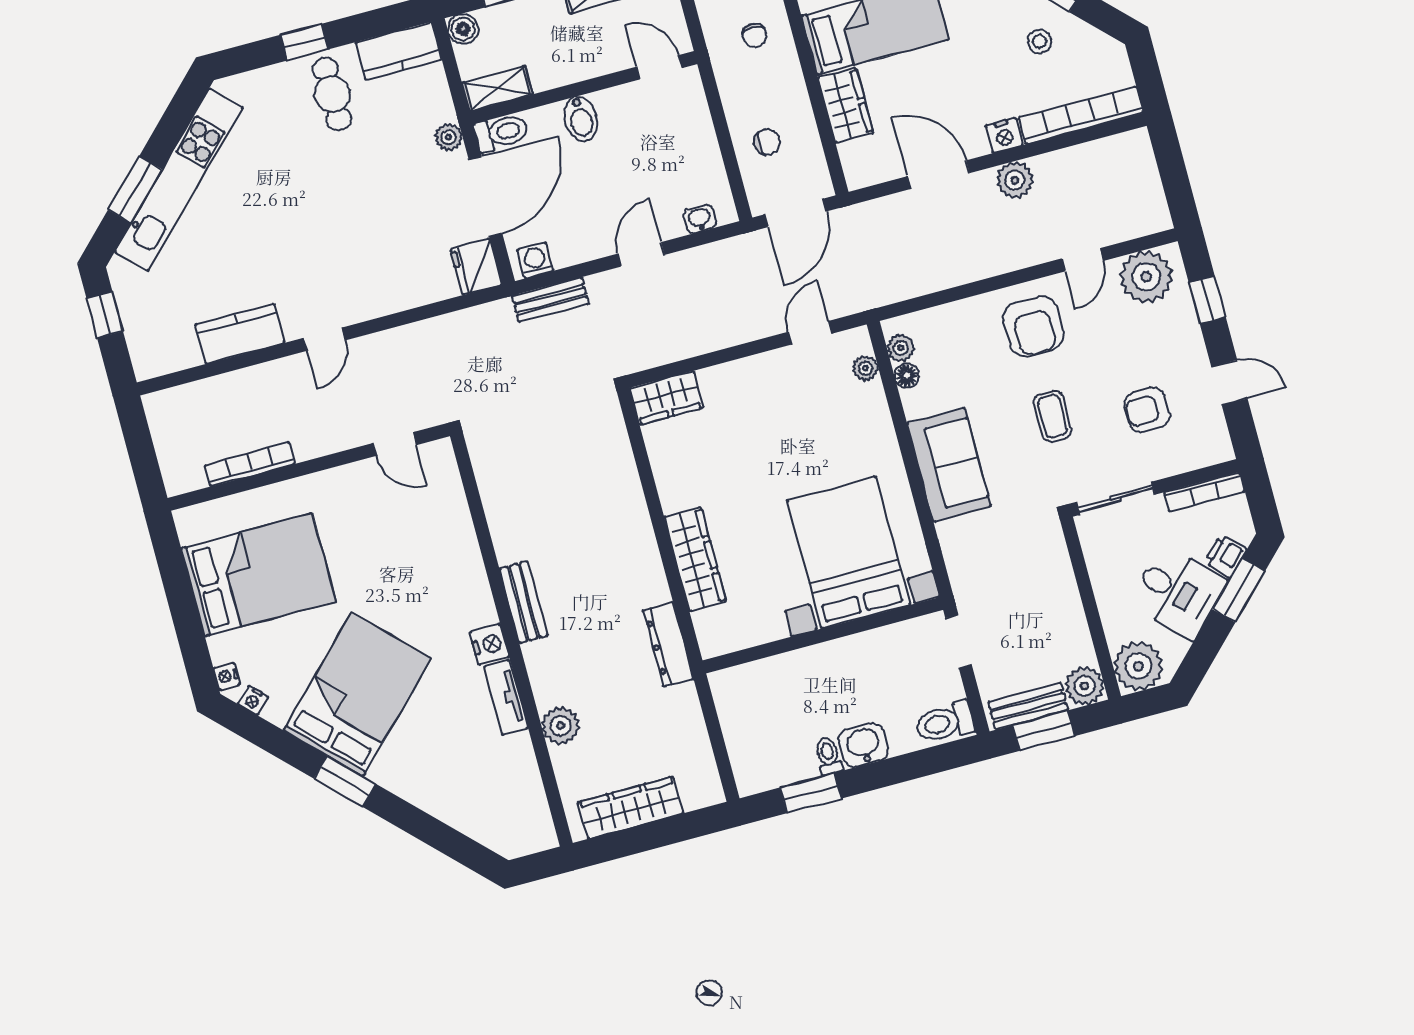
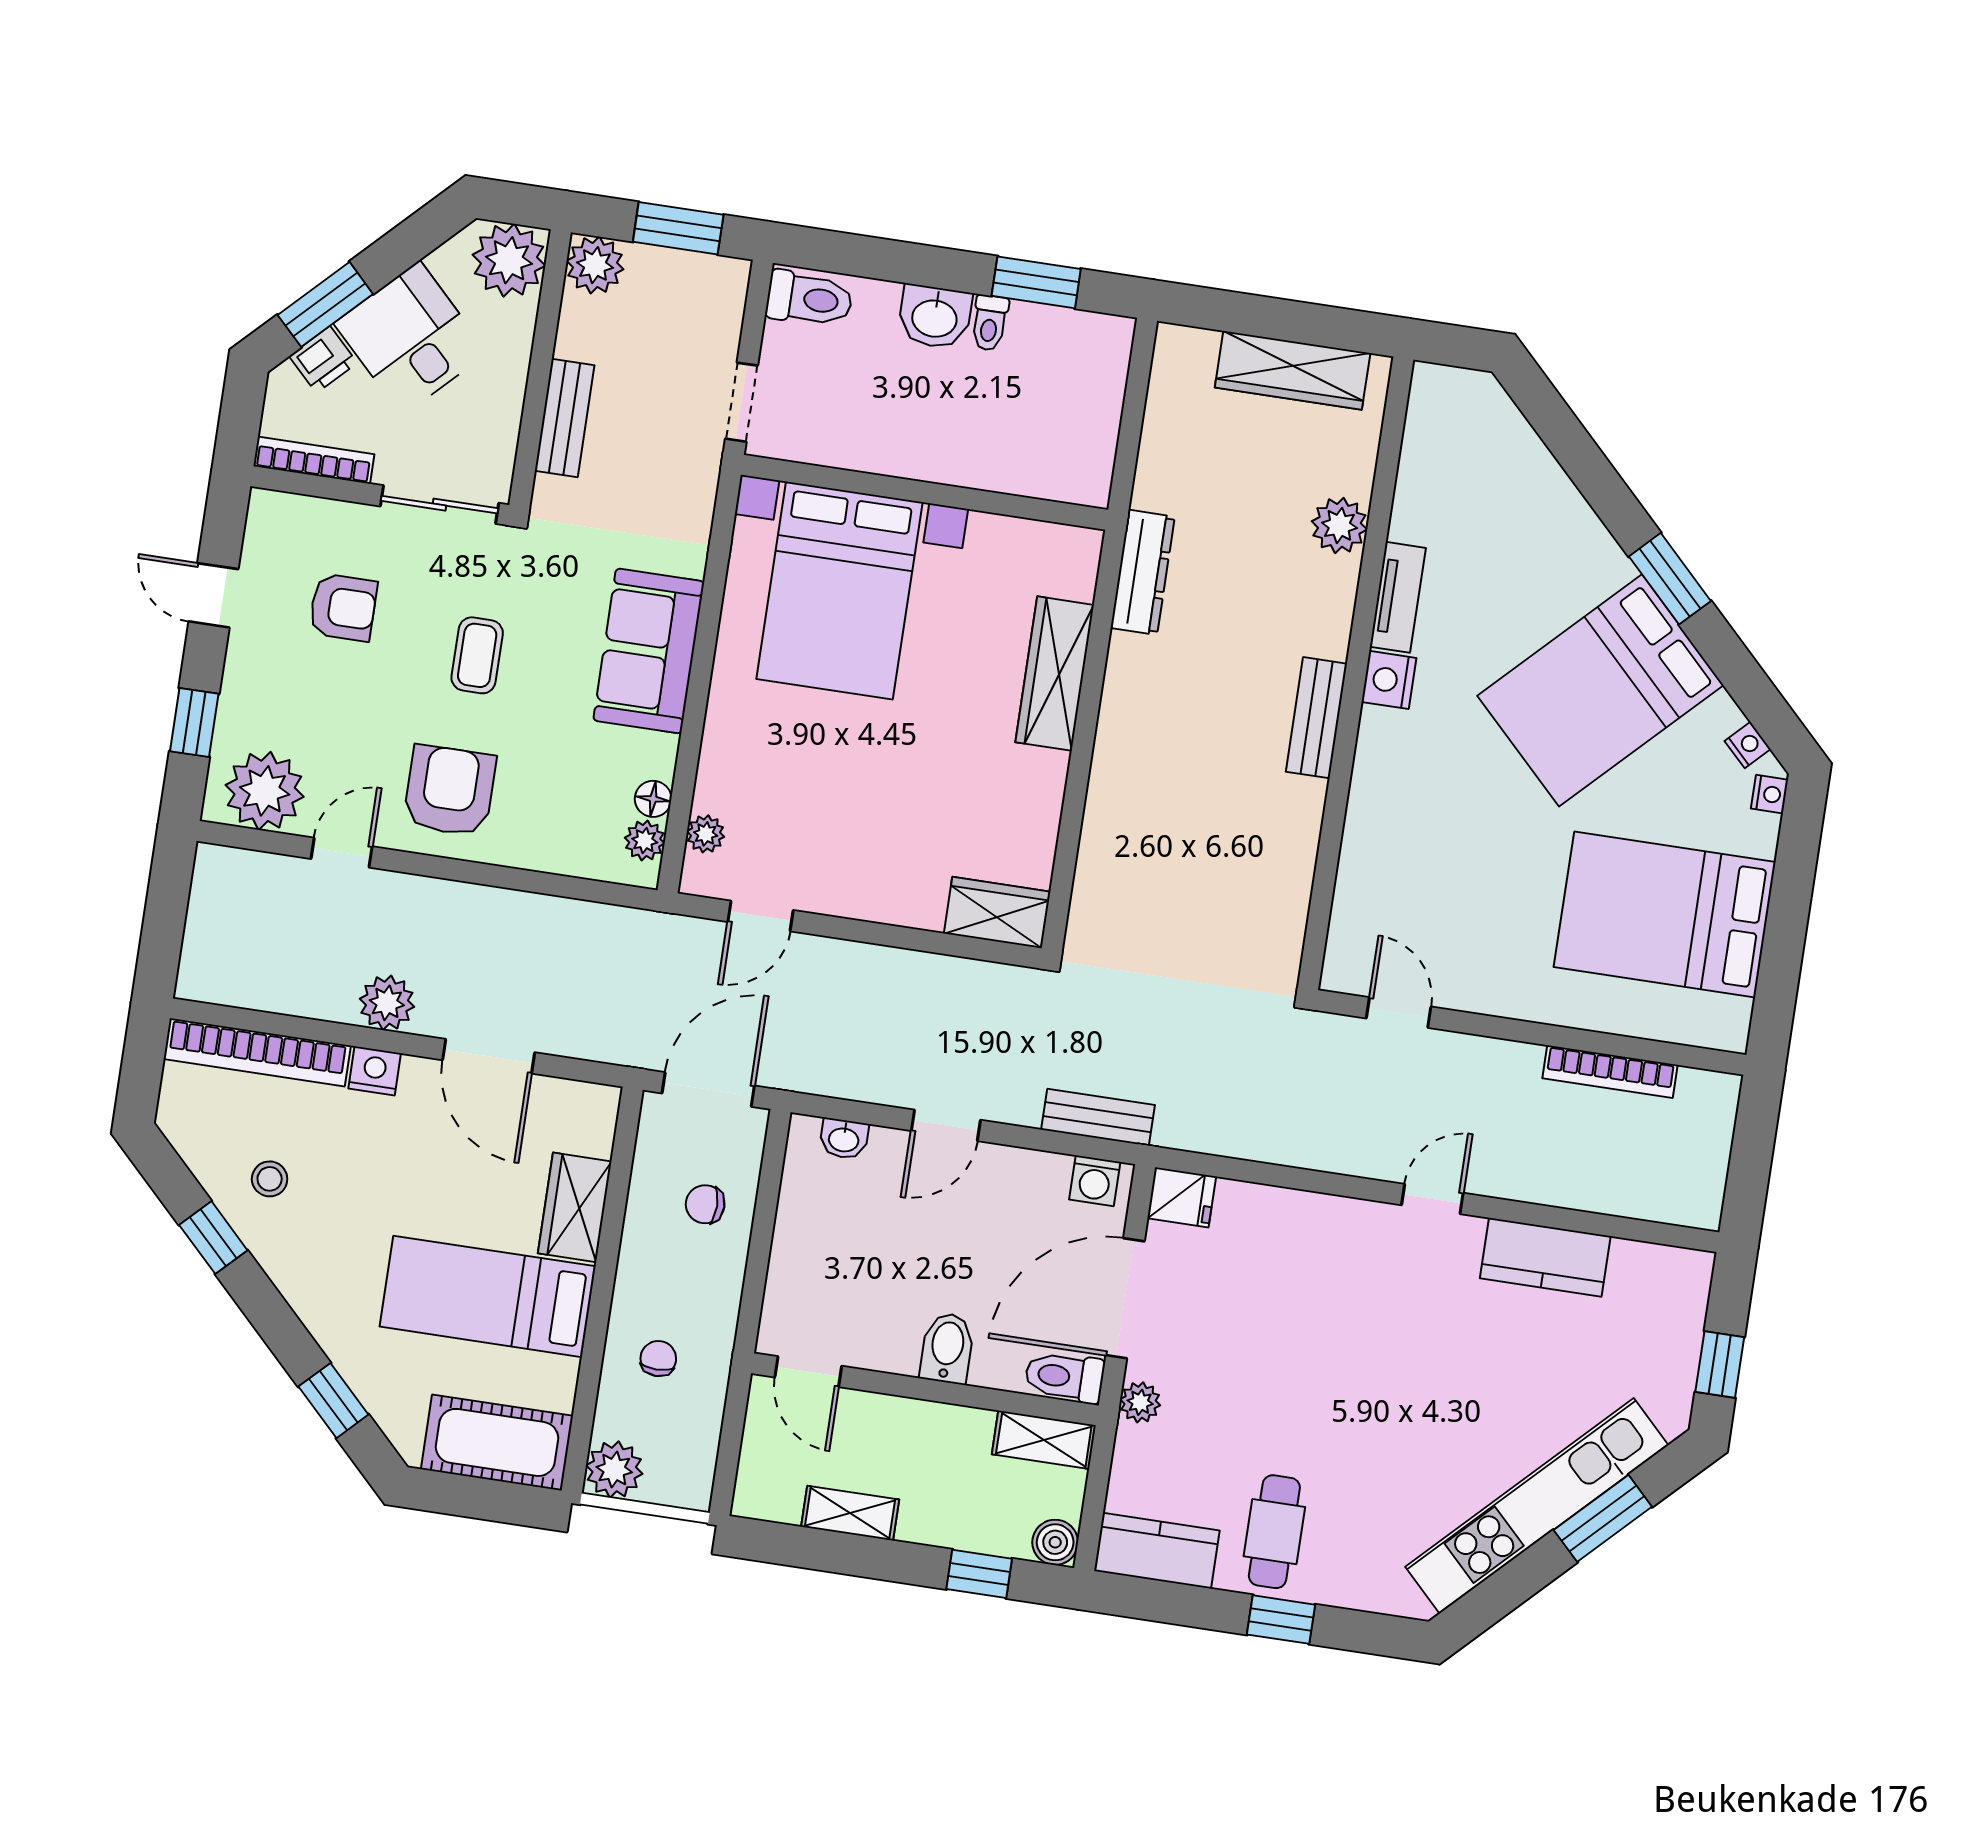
fridge: (476, 267) -> (1182, 1197), width x0.72
bench: (1028, 706) -> (565, 418), moved, turned 90

